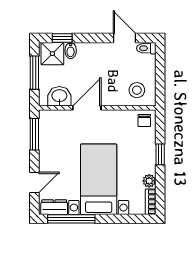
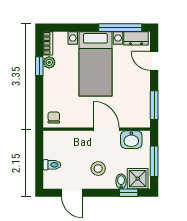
toilet: (146, 48) -> (52, 165), moved
stool: (137, 90) -> (98, 169), moved
door: (87, 108) -> (106, 129), swing flipped
window: (160, 154) -> (39, 66), moved
door: (34, 182) -> (154, 61), hinge flipped

